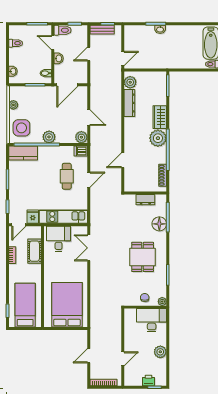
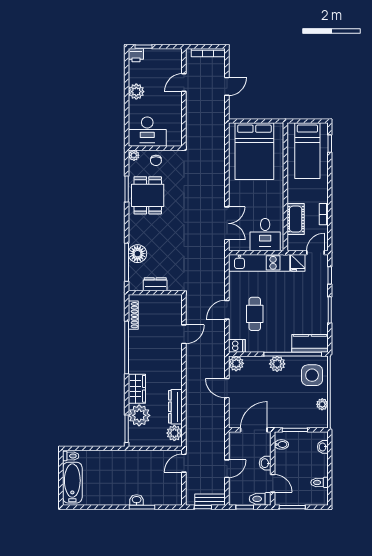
plant: (158, 138) -> (139, 415), moved
dining table: (143, 257) -> (148, 195), moved
printer: (148, 381) -> (136, 55), moved

